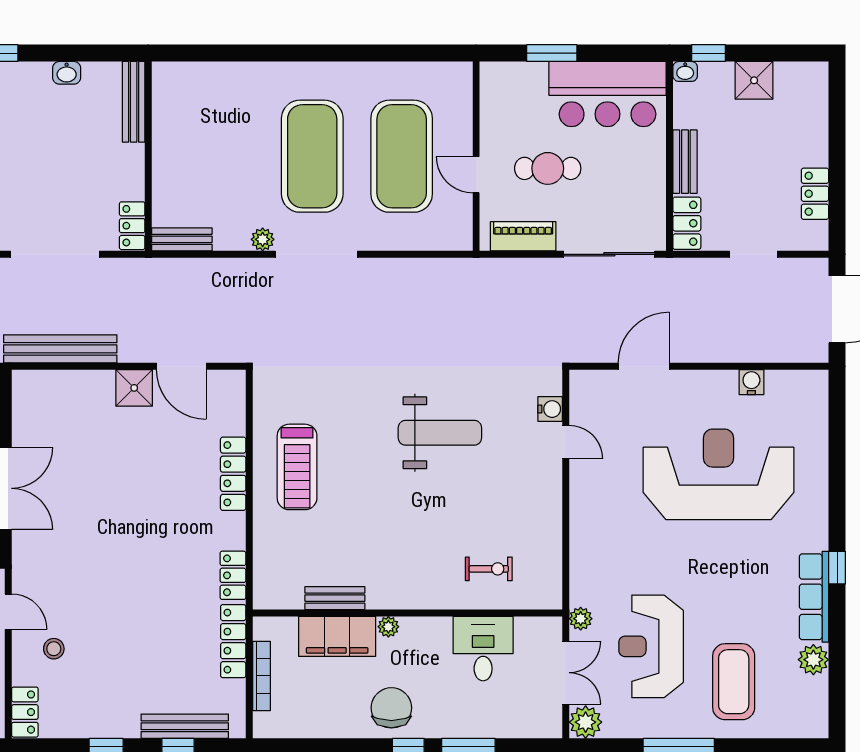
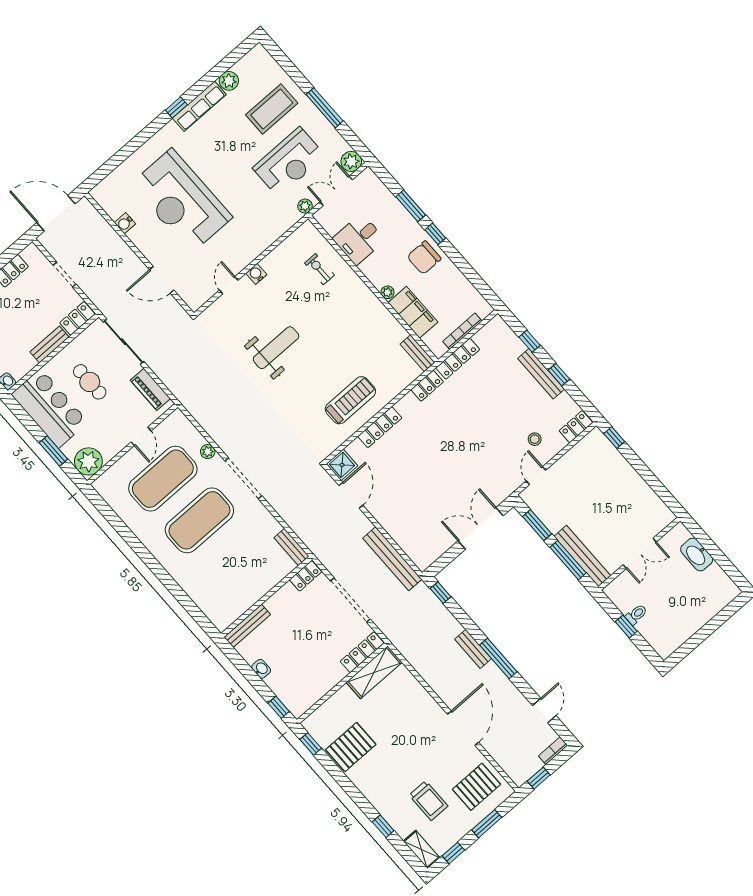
plant: (502, 84) -> (88, 461), added
cafe table: (548, 168) -> (90, 382), moved
plant: (263, 239) -> (208, 452), moved
shower: (134, 388) -> (342, 465), moved
water cooler: (550, 409) -> (256, 274), moved
weight bench: (440, 433) -> (276, 348), turned 90
bench: (335, 598) -> (417, 353), moved
bench: (185, 726) -> (541, 374), moved

